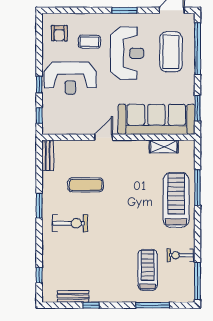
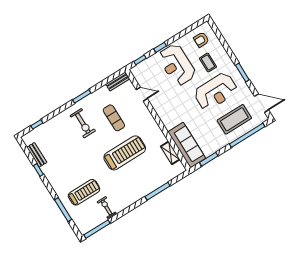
sofa: (156, 119) -> (187, 145), width x0.74, depth x0.79
door: (103, 137) -> (142, 94), moved
treadmill: (176, 200) -> (125, 153), moved

